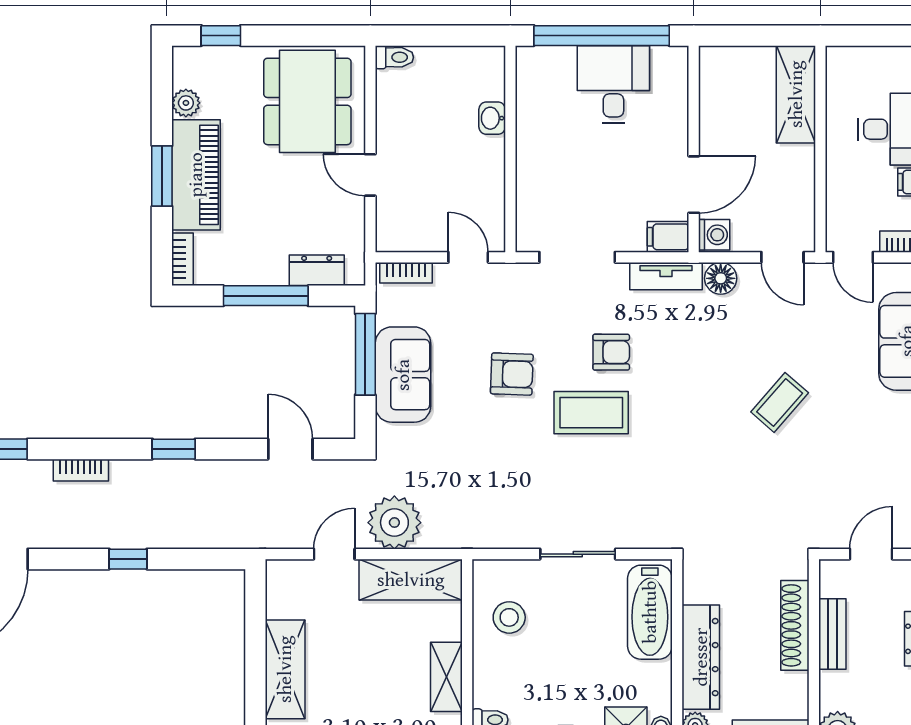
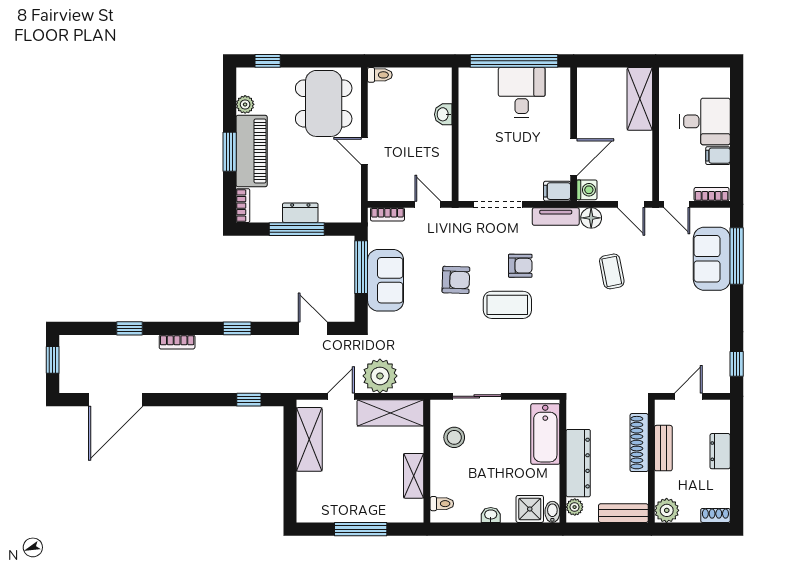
dresser: (317, 270) -> (300, 213), moved
coffee table: (780, 402) -> (612, 271), moved, turned -52
sliding door: (578, 554) -> (477, 396), moved
window: (128, 559) -> (249, 400), moved
shelving: (285, 669) -> (309, 439), moved

